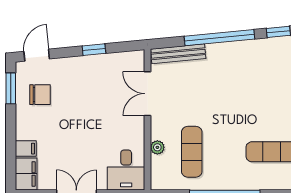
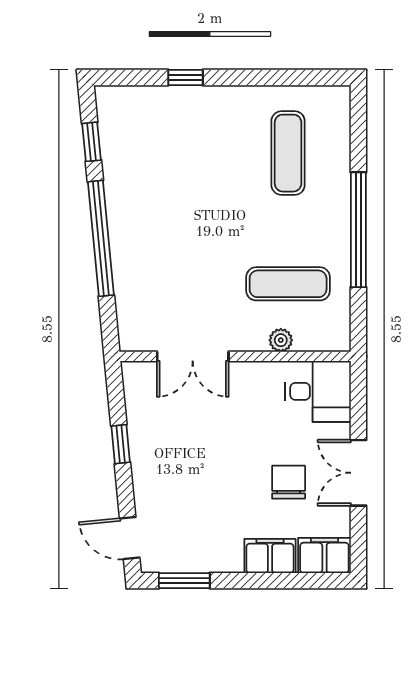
bench: (178, 54) -> (127, 306), removed
chair: (40, 95) -> (289, 482), moved
filing cabinet: (26, 149) -> (270, 556), width x2.00

